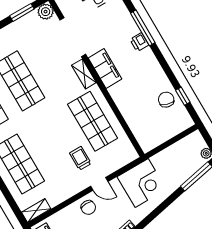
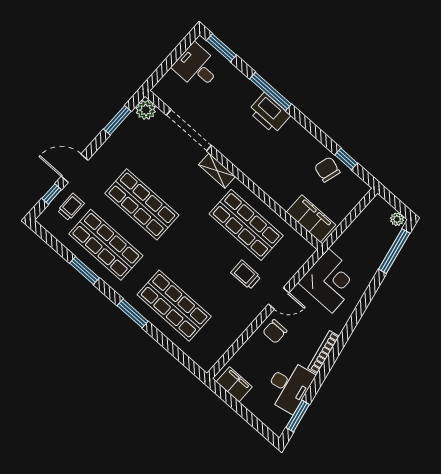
printer: (139, 42) -> (269, 113), width x1.87, depth x1.48
filing cabinet: (105, 68) -> (311, 219), moved
chair: (88, 207) -> (275, 331), turned 90
shelving: (36, 211) -> (213, 356), removed

